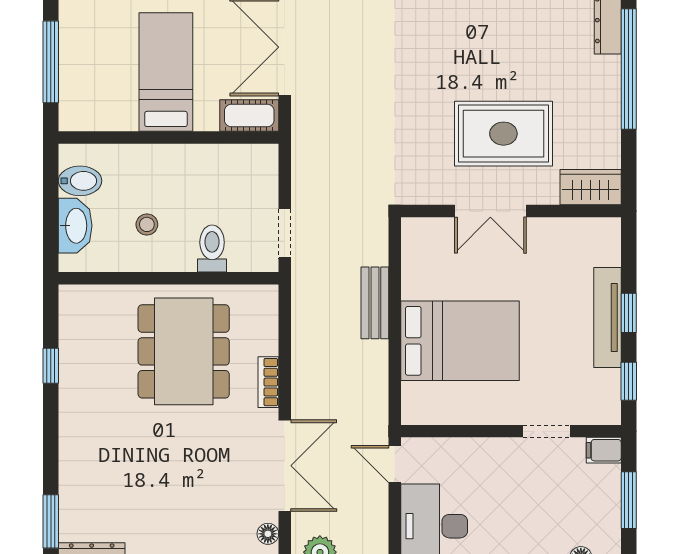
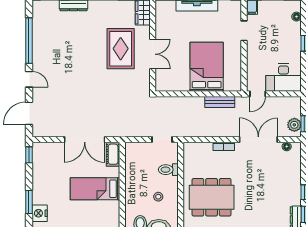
bench: (375, 303) -> (220, 102), moved
dining table: (184, 351) -> (212, 197), moved

